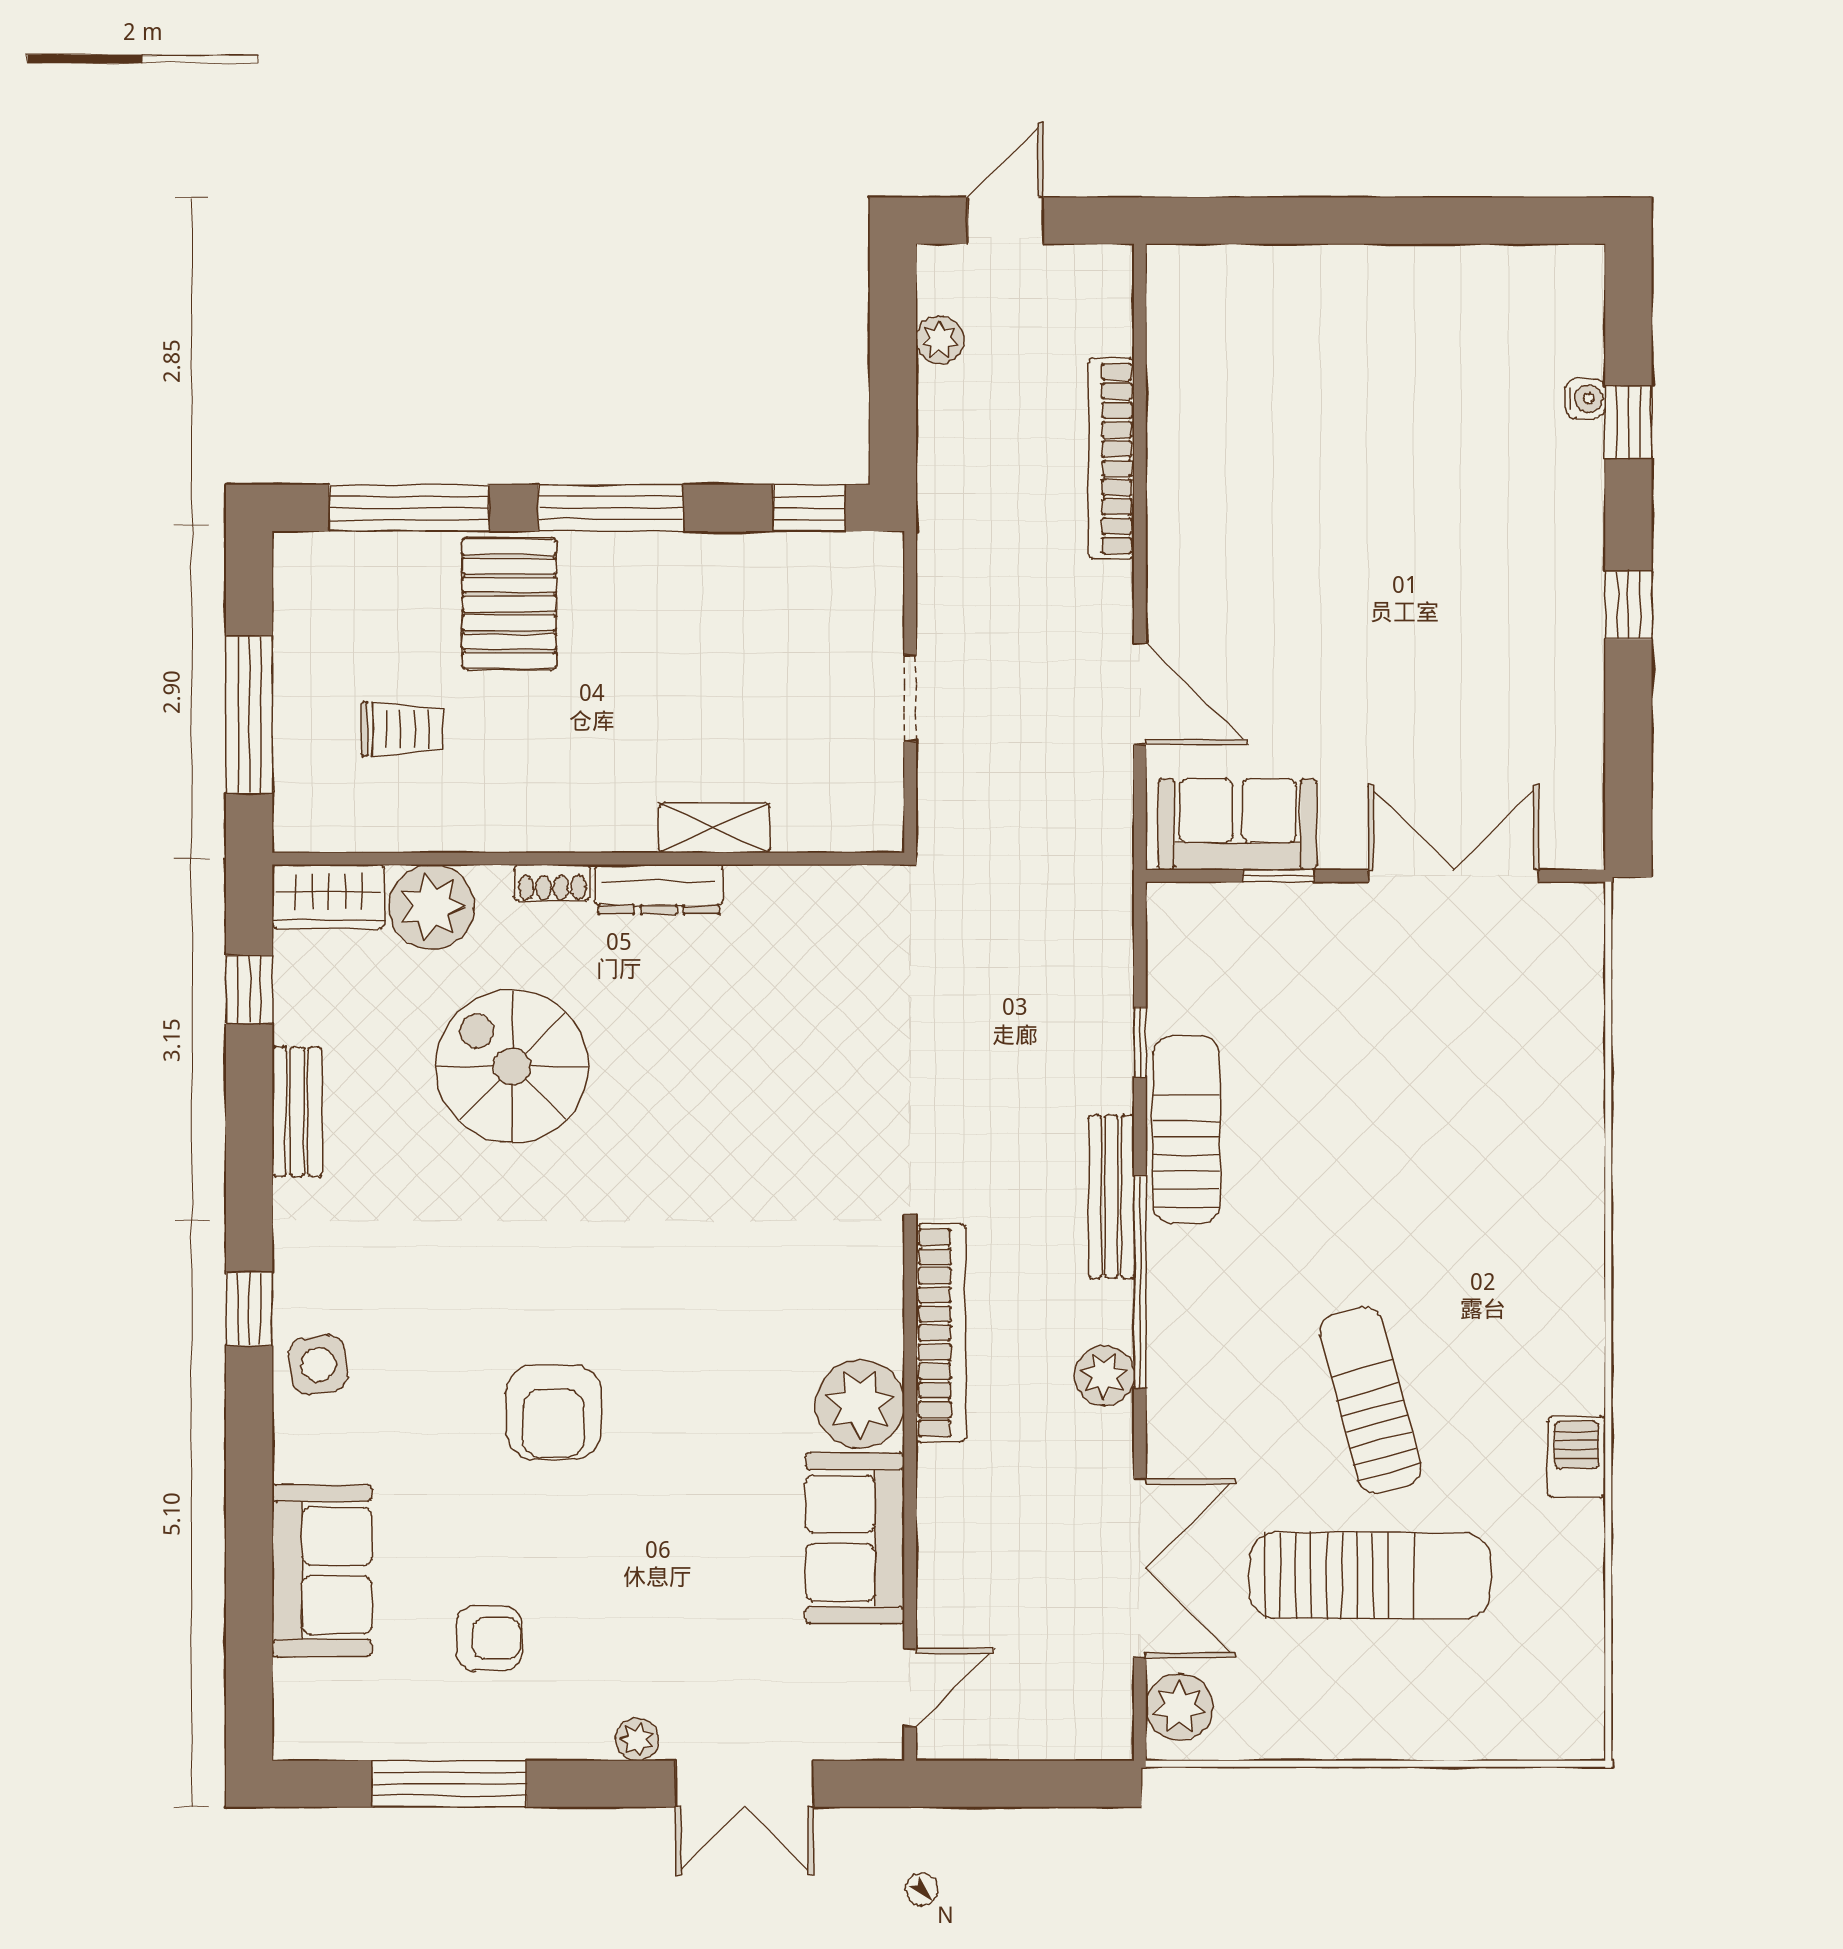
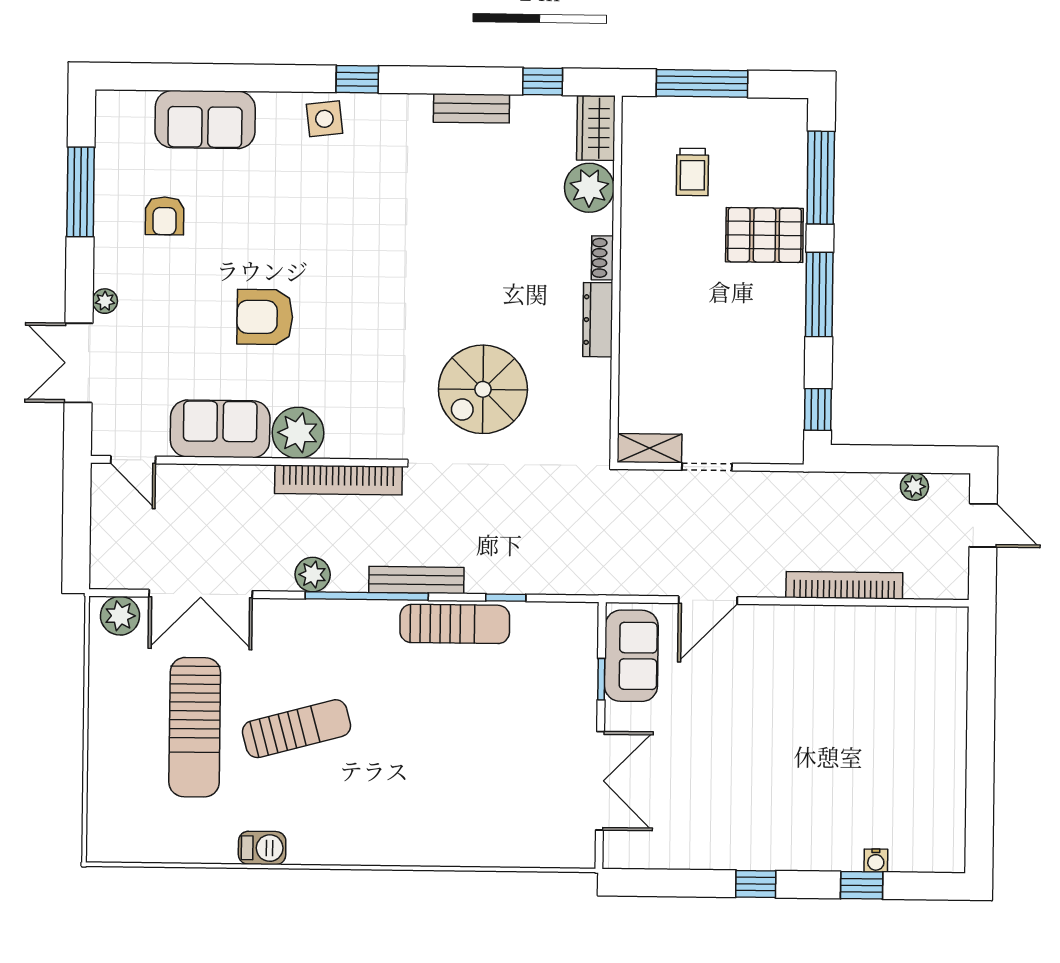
shelving: (714, 828) -> (649, 448), moved, turned 90
spiral stairs: (512, 1066) -> (483, 389), moved, turned 180
armchair: (554, 1412) -> (265, 317), moved

